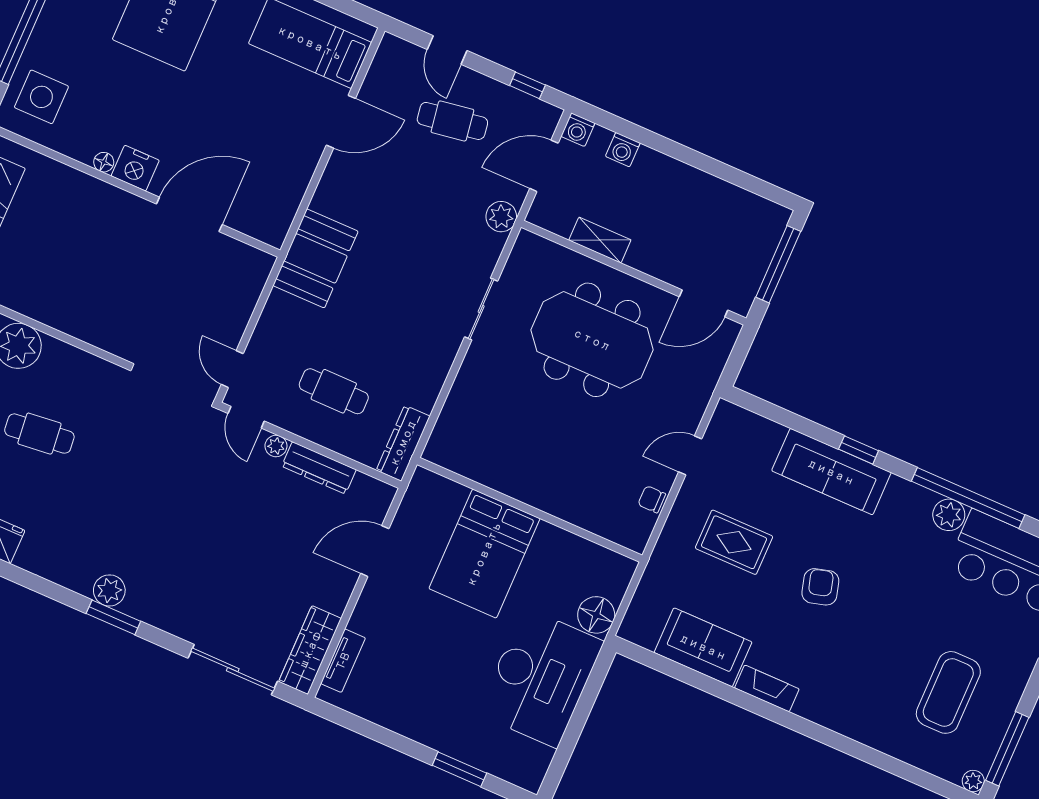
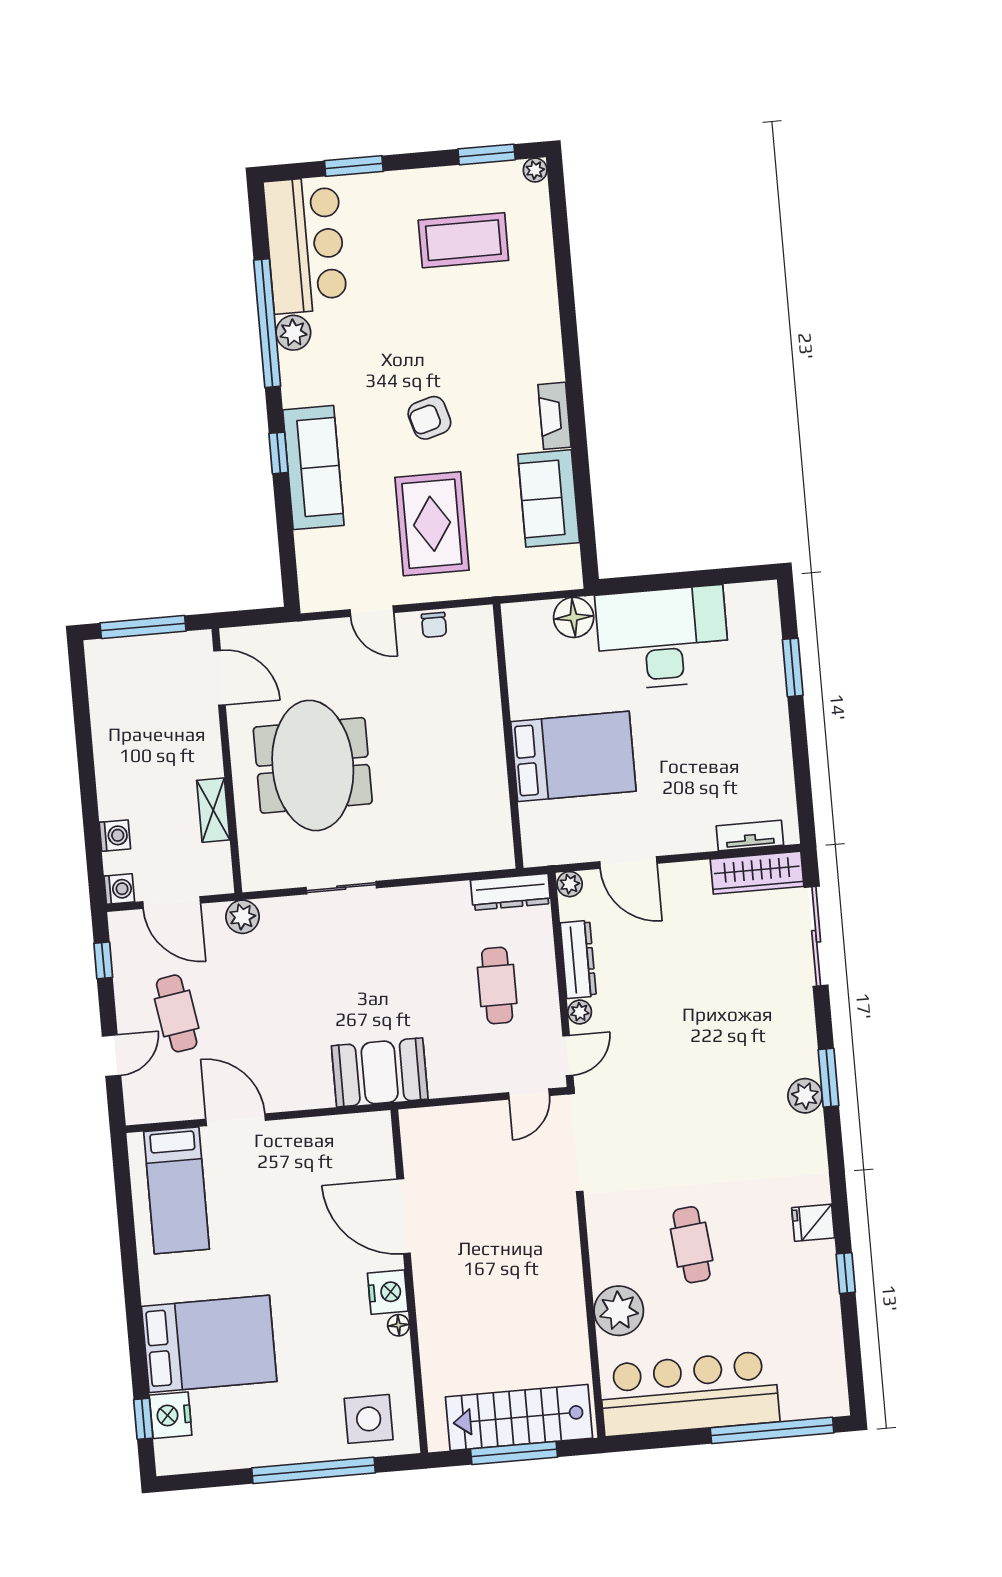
plant: (383, 494) -> (570, 884), added
rug: (734, 542) -> (432, 524), width x1.36, depth x1.43
window: (1007, 749) -> (487, 154), width x0.69

